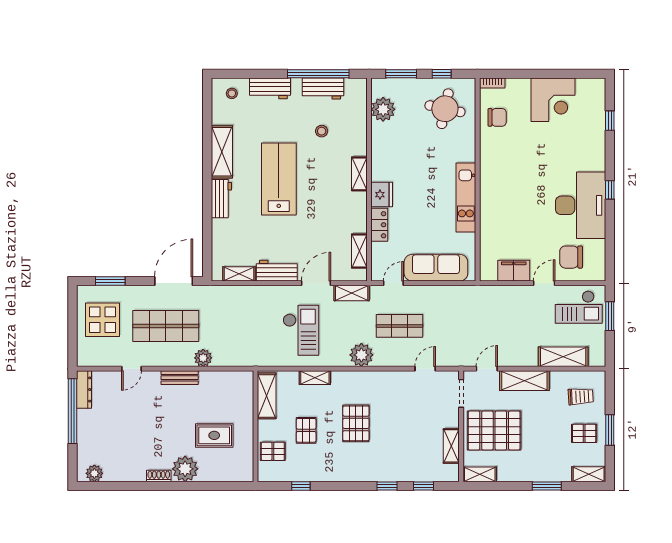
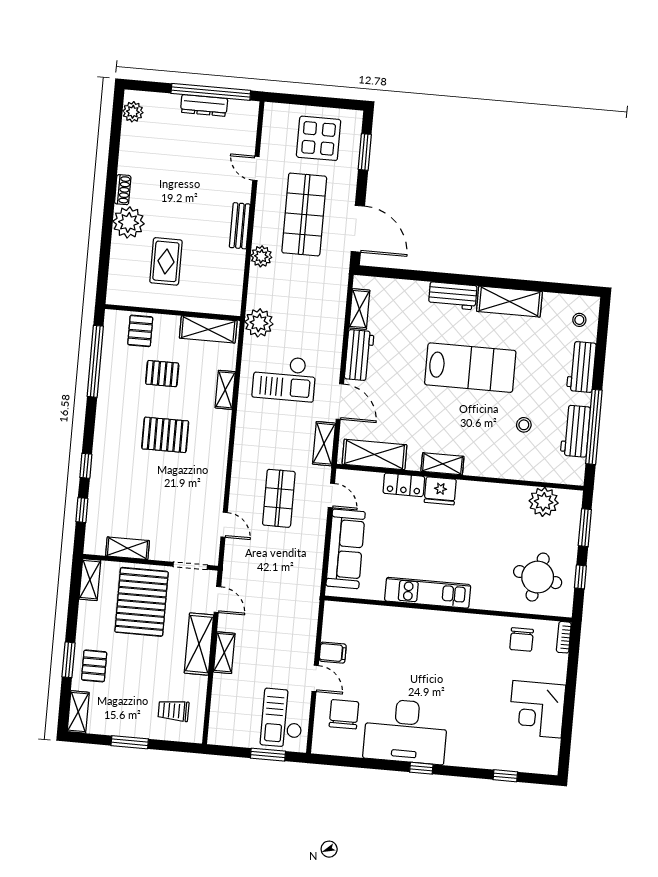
shelving: (359, 174) -> (442, 464), moved
shelving: (359, 251) -> (374, 454), width x1.50, depth x1.33
filing cabinet: (514, 271) -> (333, 653), width x0.50
plant: (361, 355) -> (259, 323), moved
shelving: (563, 357) -> (224, 653), moved, width x0.67, depth x0.75
dresser: (84, 390) -> (204, 105), moved
trolley: (581, 397) -> (173, 711), turned 93
pallet: (584, 433) -> (94, 666), moved
window: (301, 486) -> (95, 361), width x3.17

